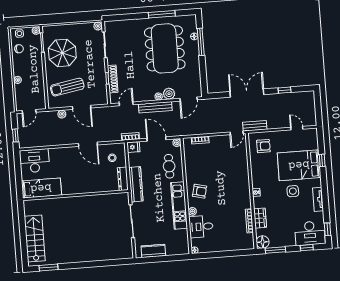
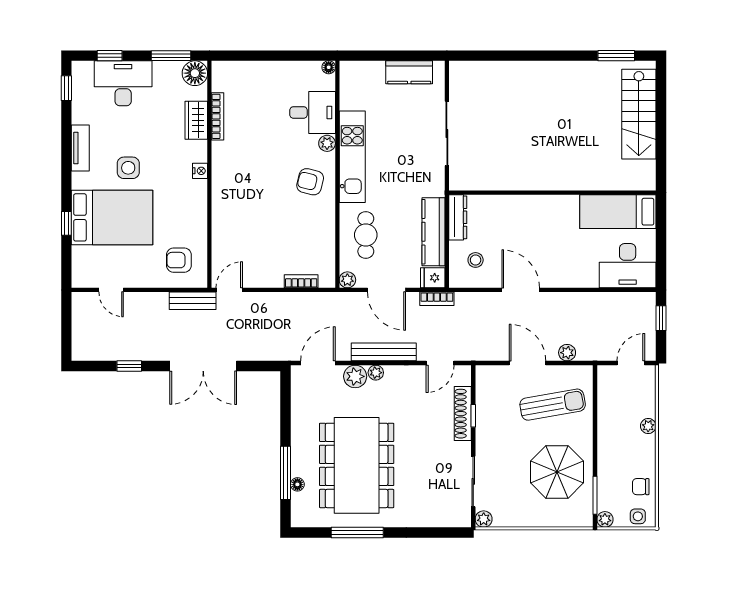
kitchen counter: (136, 184) -> (433, 232), moved
desk: (310, 233) -> (123, 83), moved

